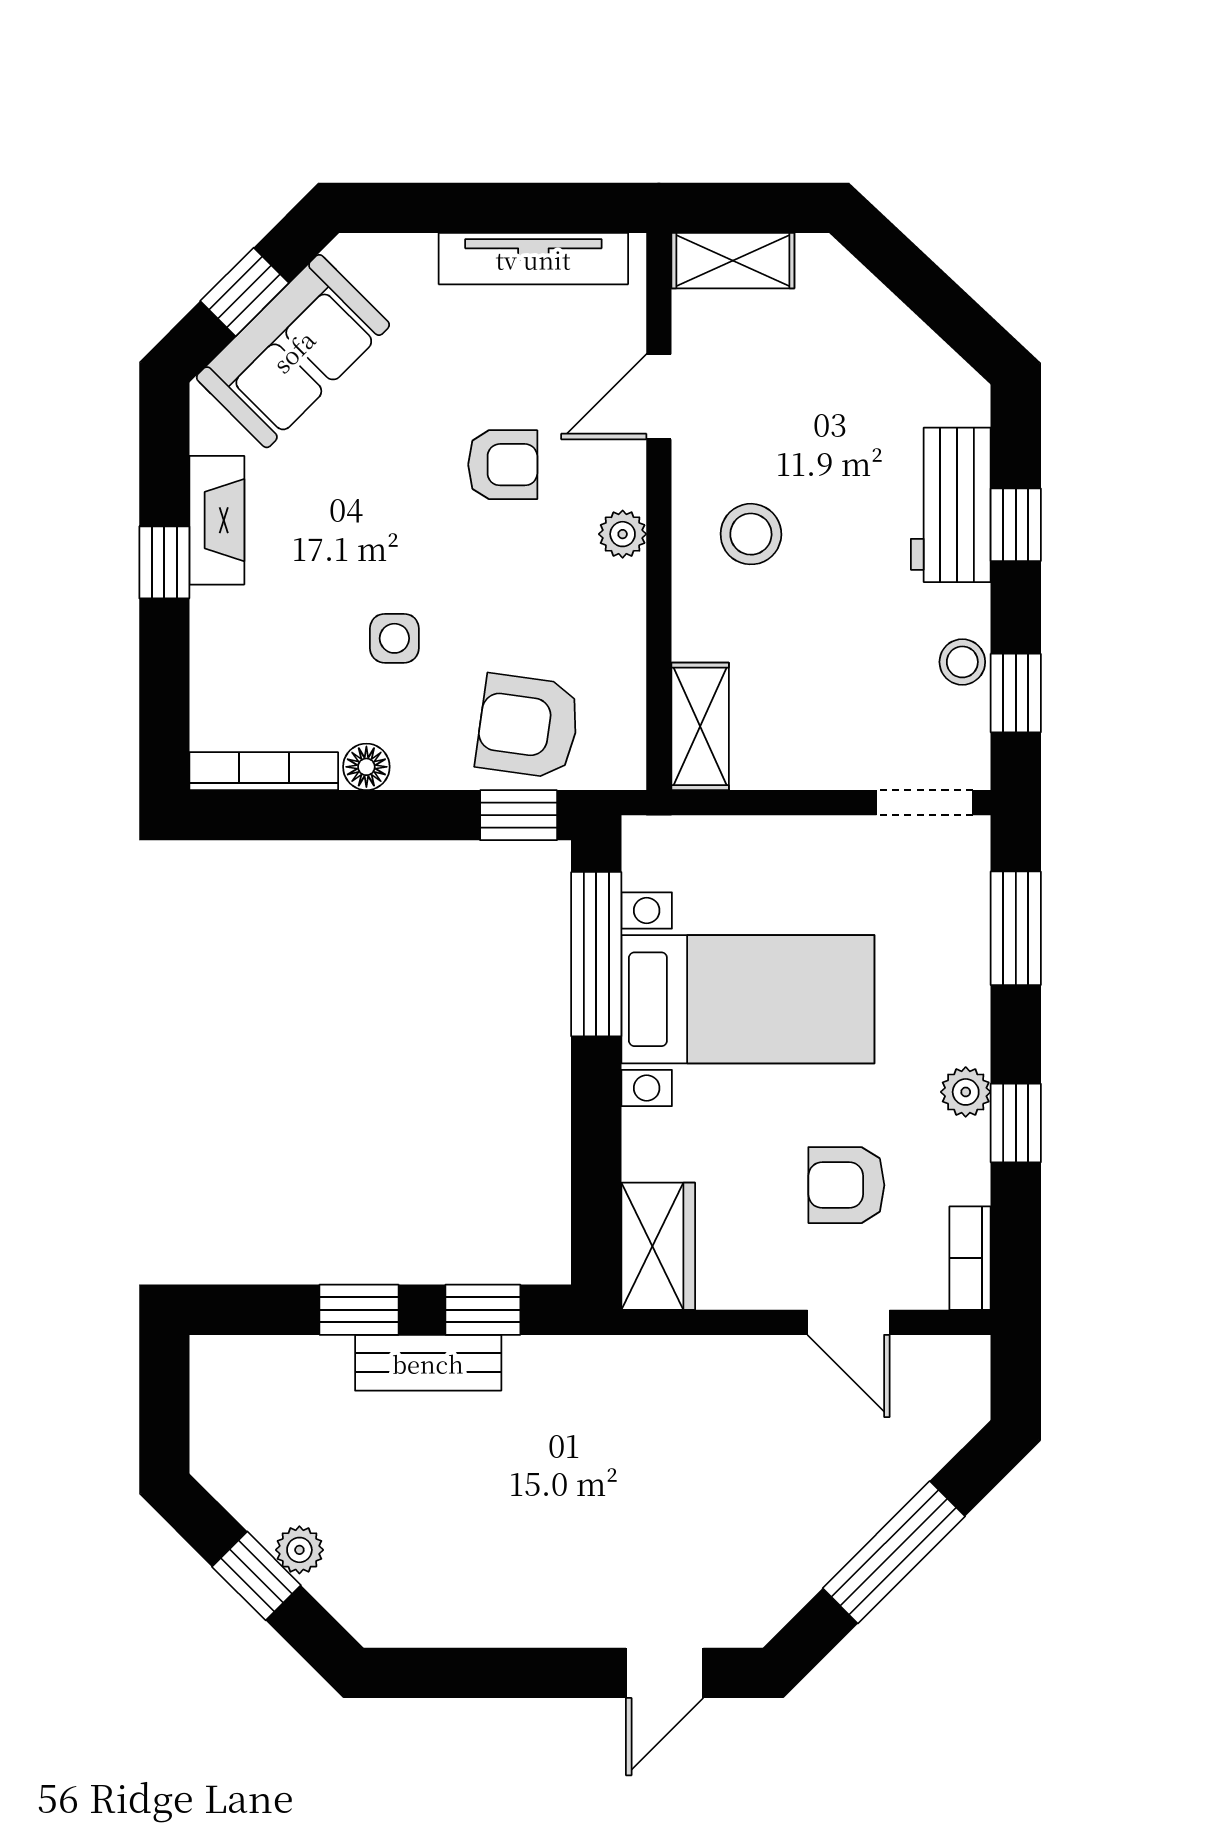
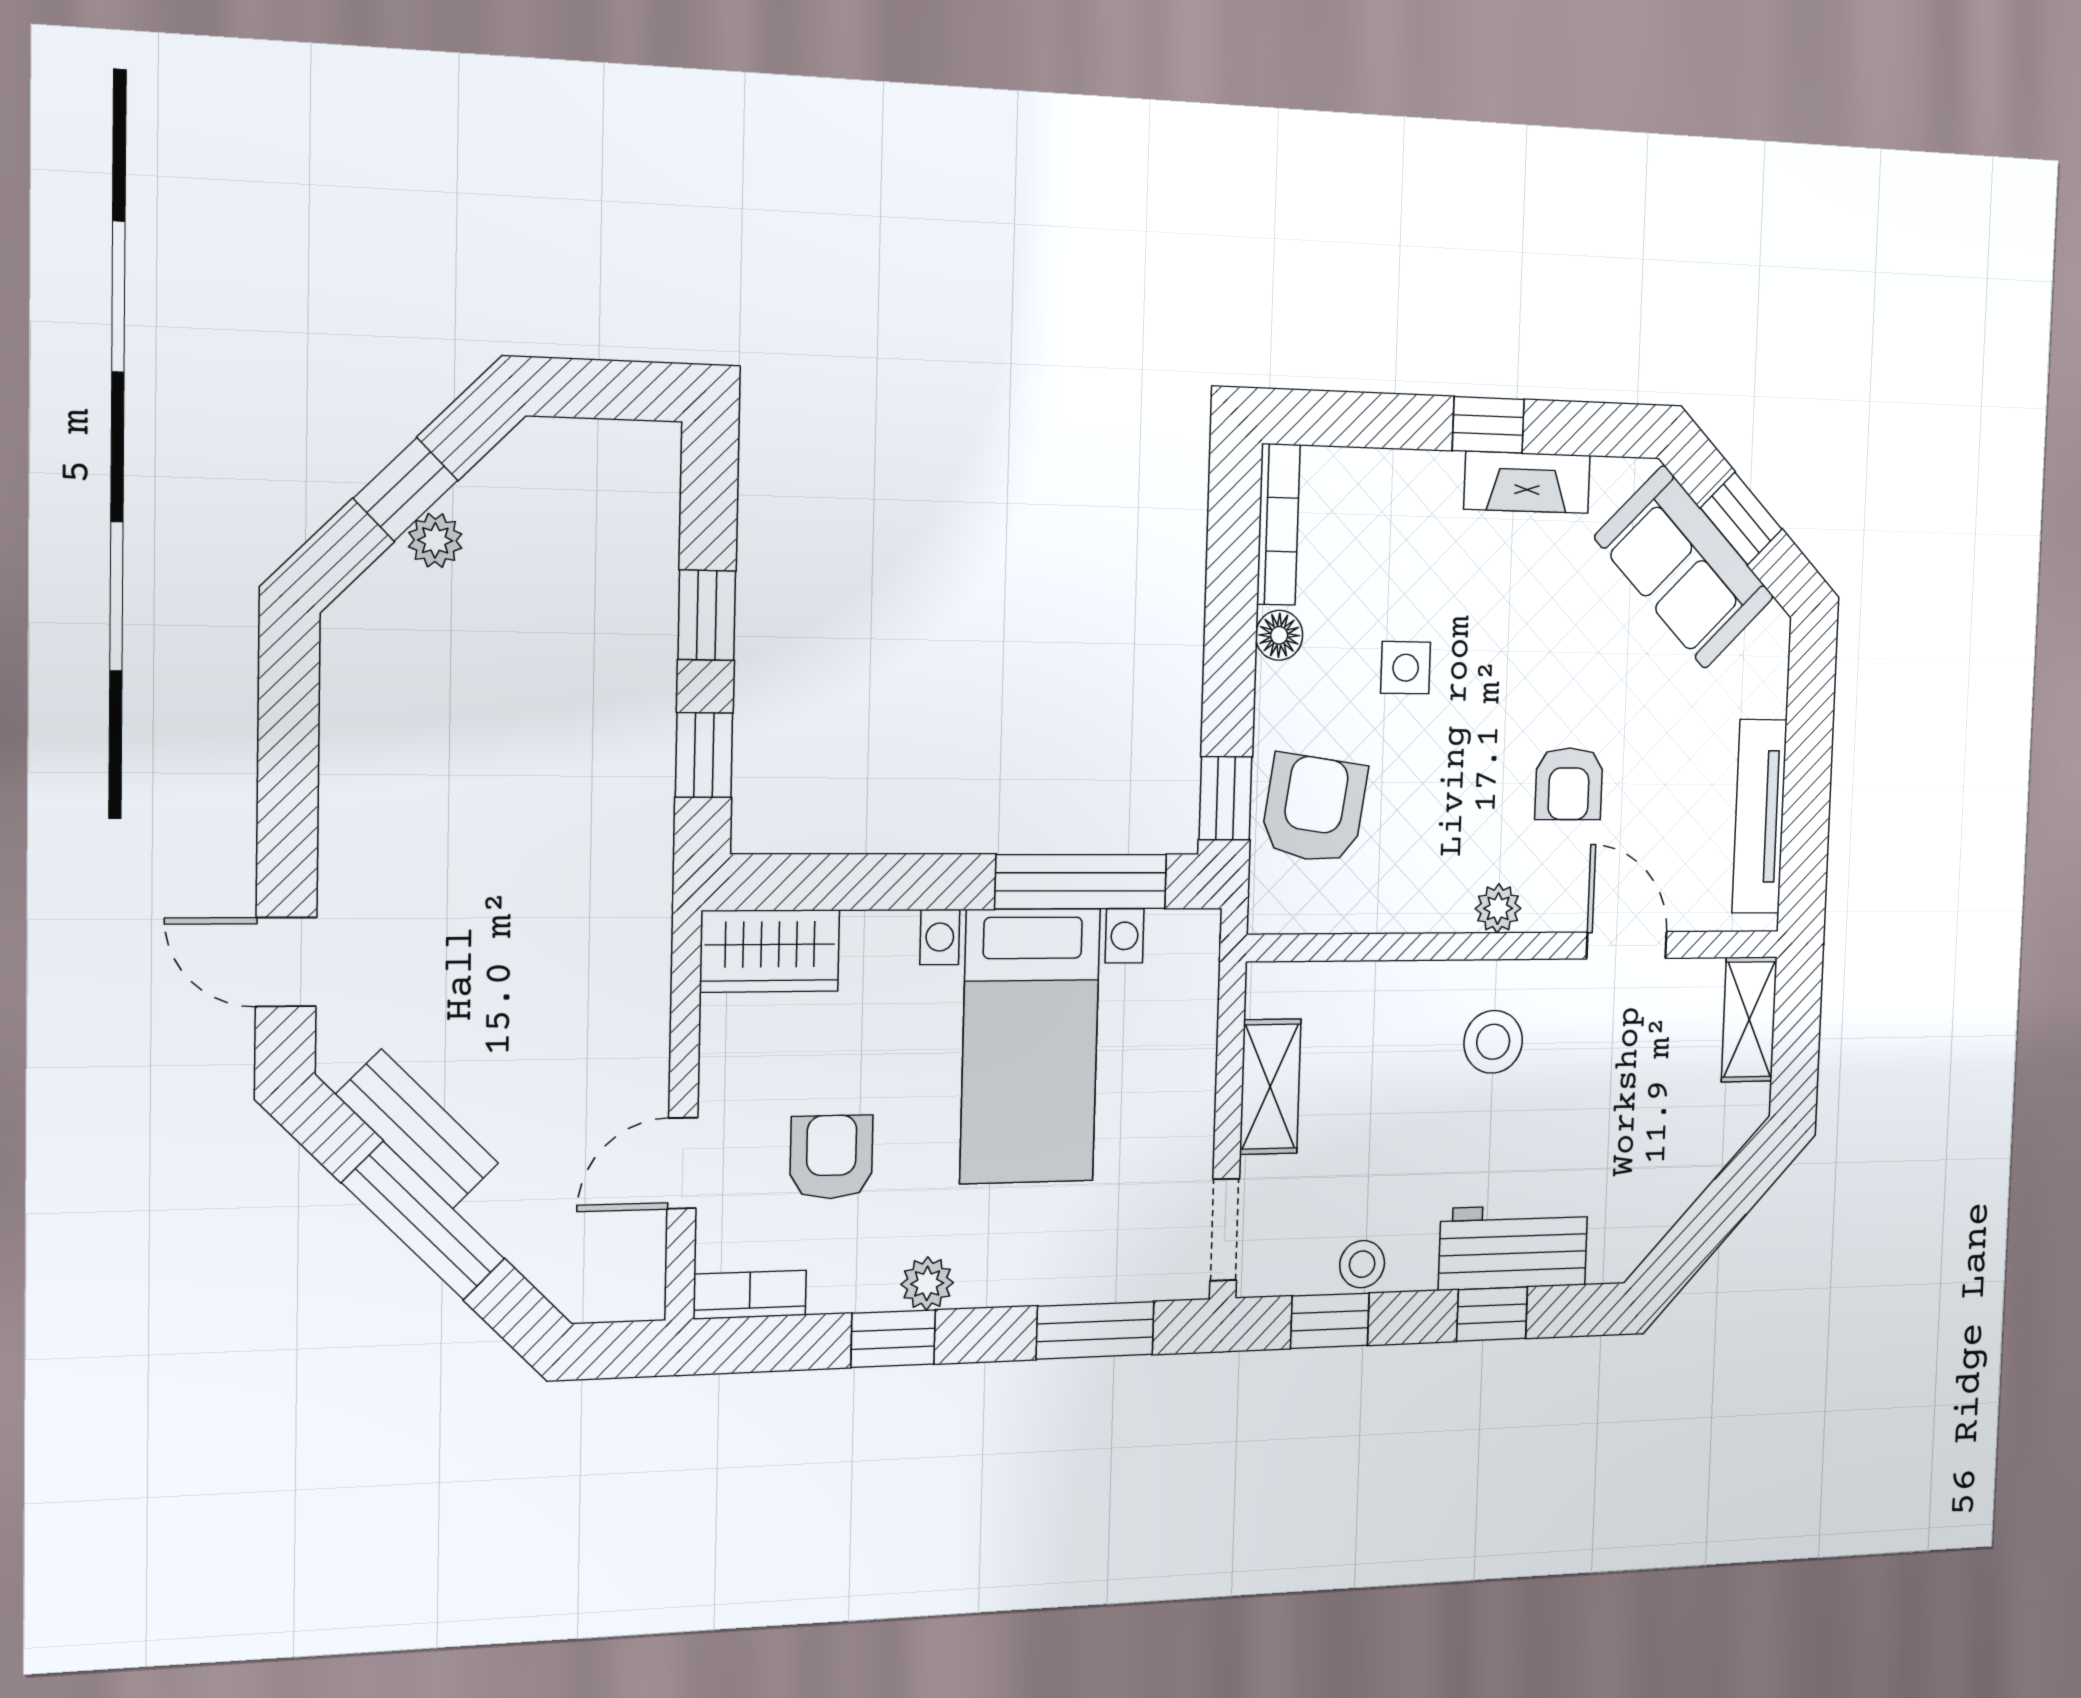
shelving: (700, 726) -> (1270, 1087), moved, turned 90
bench: (428, 1363) -> (417, 1129), moved, turned -45

